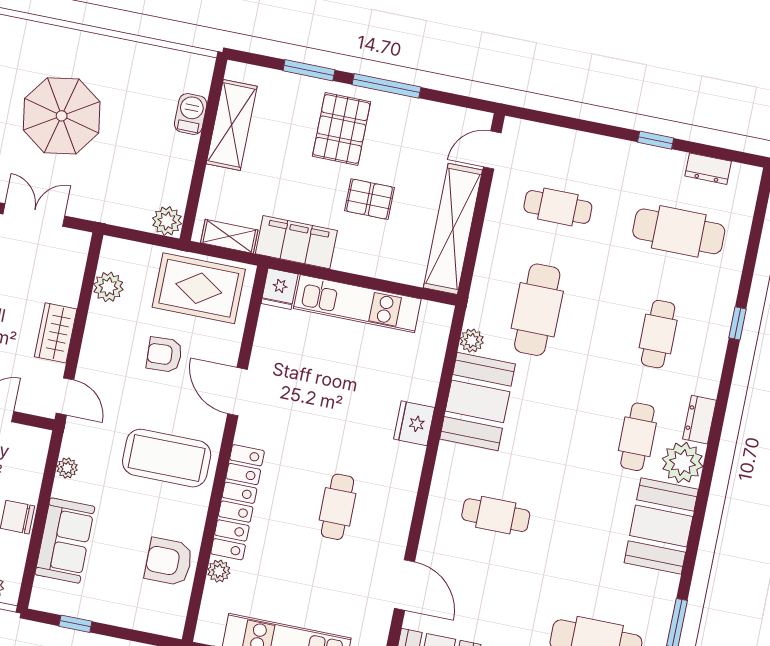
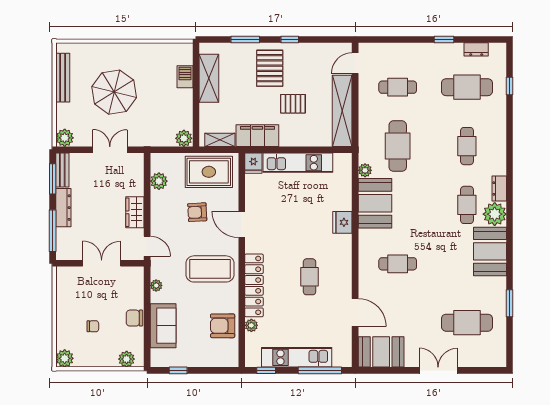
window: (386, 86) -> (290, 40), width x0.46
window: (737, 323) -> (510, 86), moved

